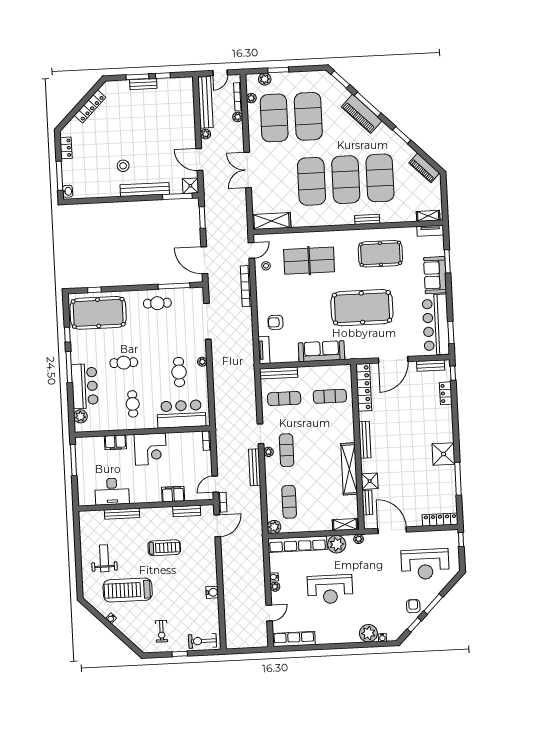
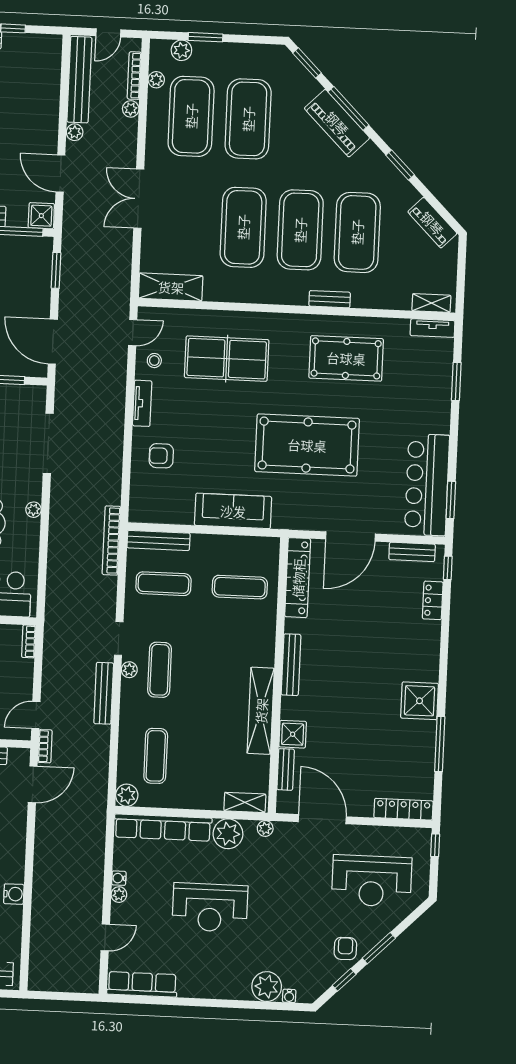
sofa: (435, 275) -> (434, 402), removed
bookcase: (246, 286) -> (111, 540), moved
tv unit: (264, 350) -> (142, 403), moved

